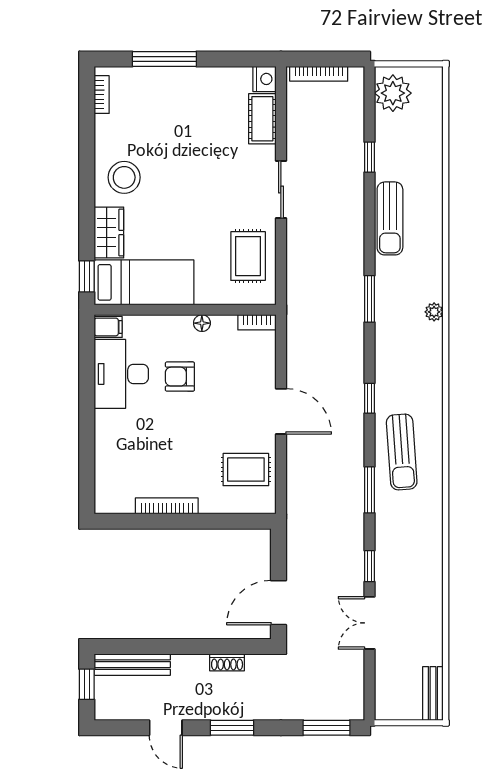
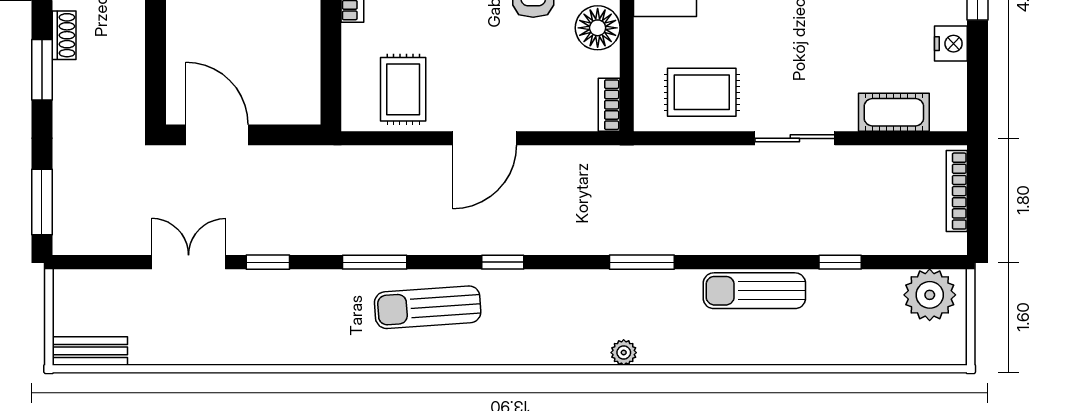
nightstand: (264, 79) -> (951, 44), moved, turned -90
floor lamp: (202, 323) -> (598, 28), width x1.89, depth x1.89
shoe rack: (227, 662) -> (64, 35), moved, turned 180

